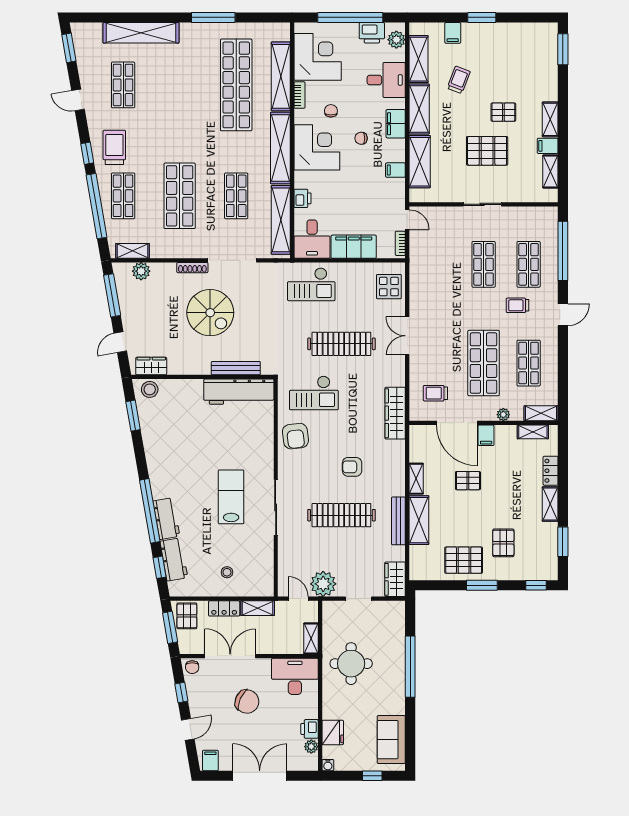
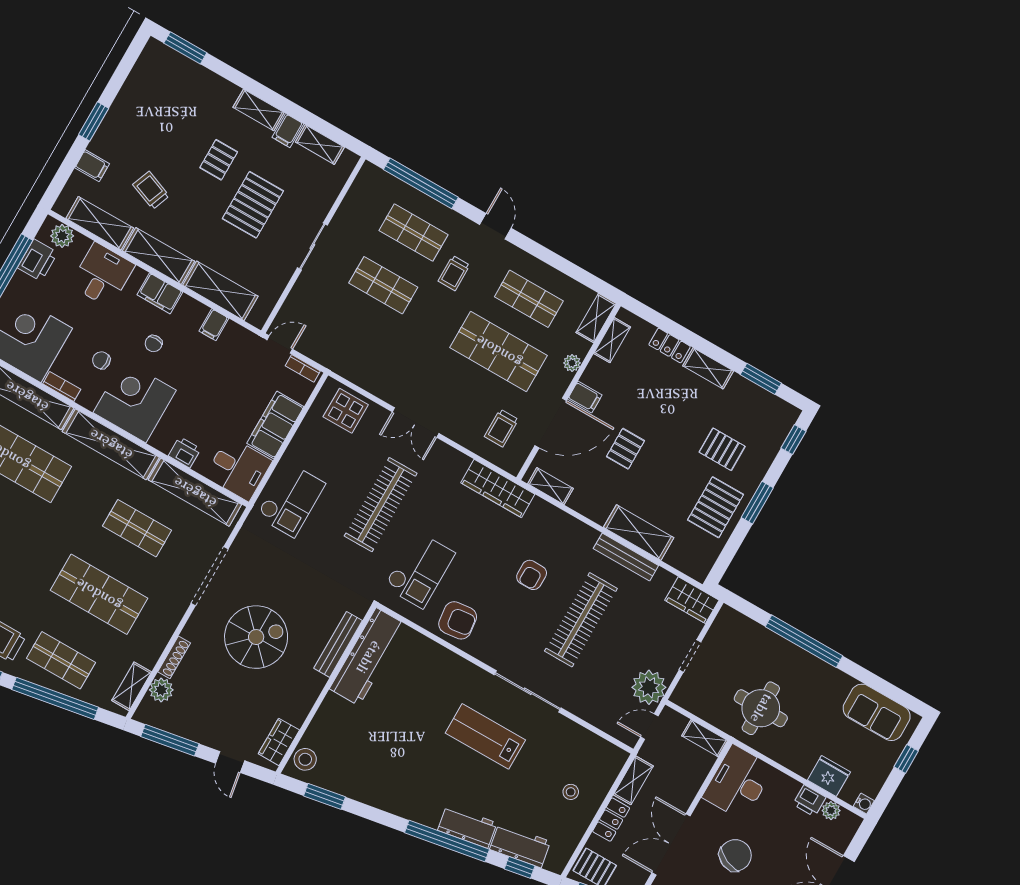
shoe rack: (192, 268) -> (174, 657), moved
shelving: (416, 479) -> (550, 486), moved

